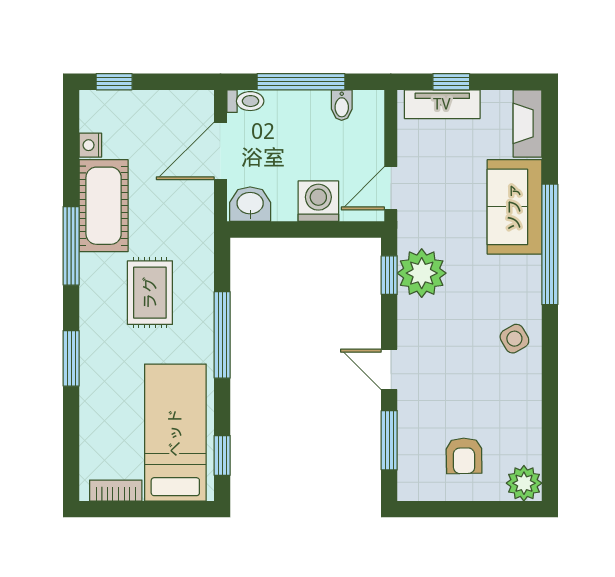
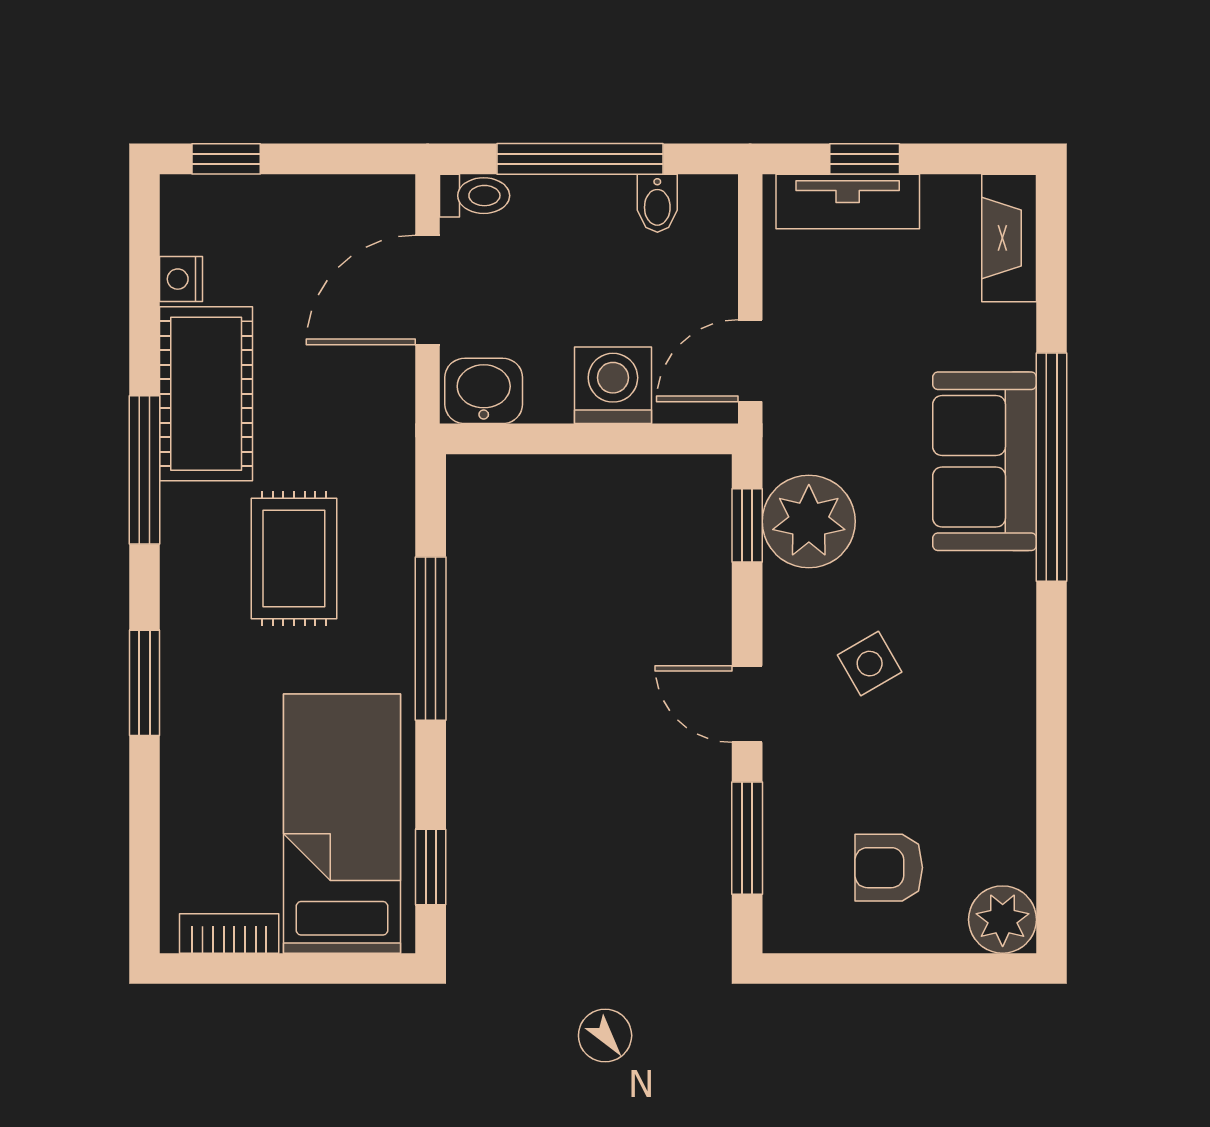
sofa: (514, 207) -> (985, 461), moved
side table: (514, 339) -> (870, 664), moved
armchair: (464, 456) -> (889, 868), turned 91

